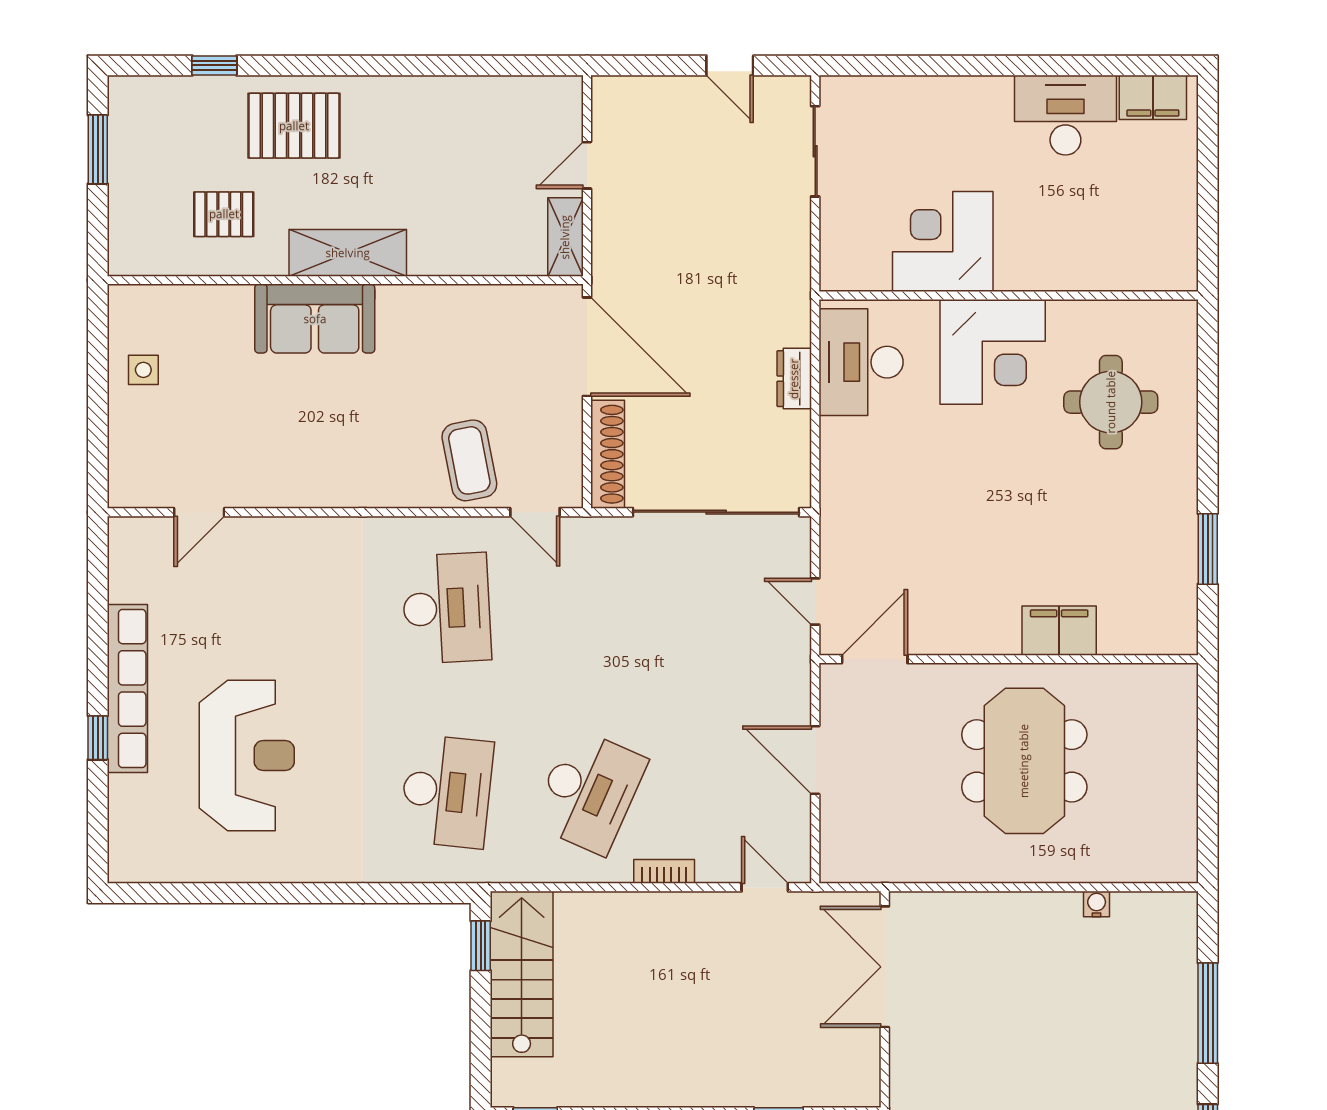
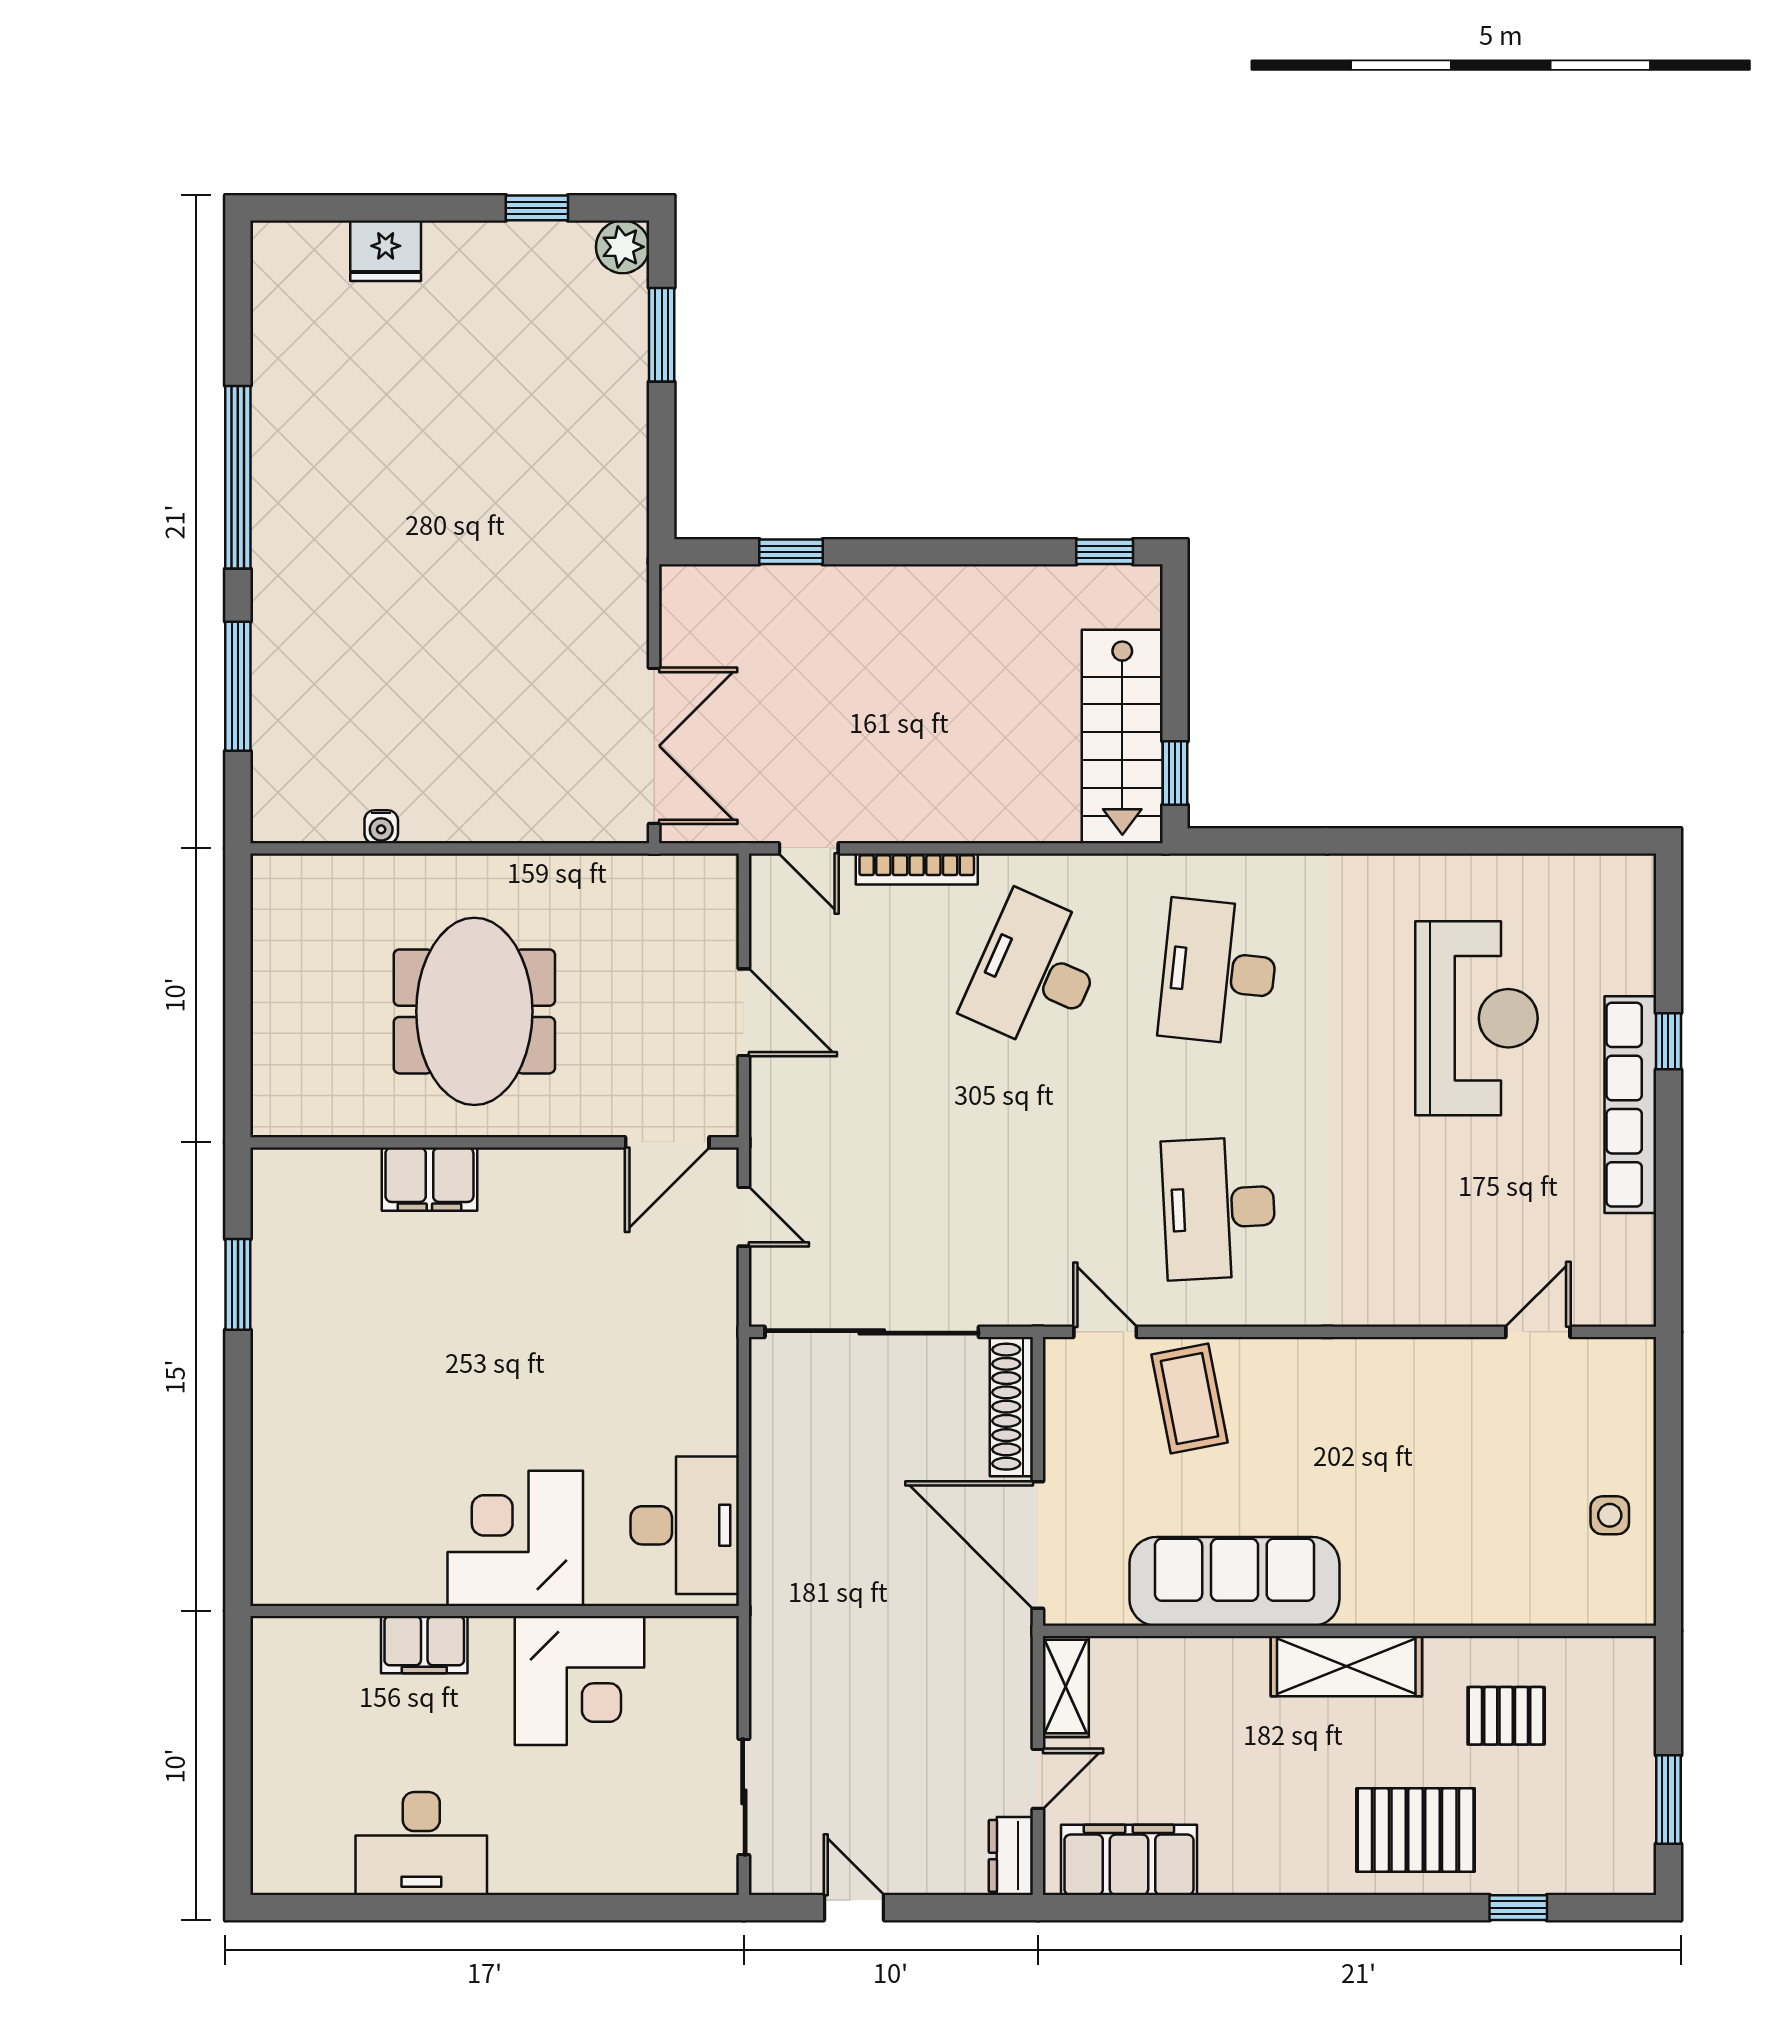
filing cabinet: (1153, 97) -> (424, 1645), moved, turned 180
filing cabinet: (516, 102) -> (1129, 1860), added
sofa: (315, 319) -> (1234, 1581), moved, width x1.36
dresser: (794, 379) -> (1011, 1856), moved, turned 180
round table: (1111, 402) -> (363, 1474), removed
reception desk: (247, 755) -> (1477, 1018), turned 180
bookcase: (664, 871) -> (917, 869), width x1.56

